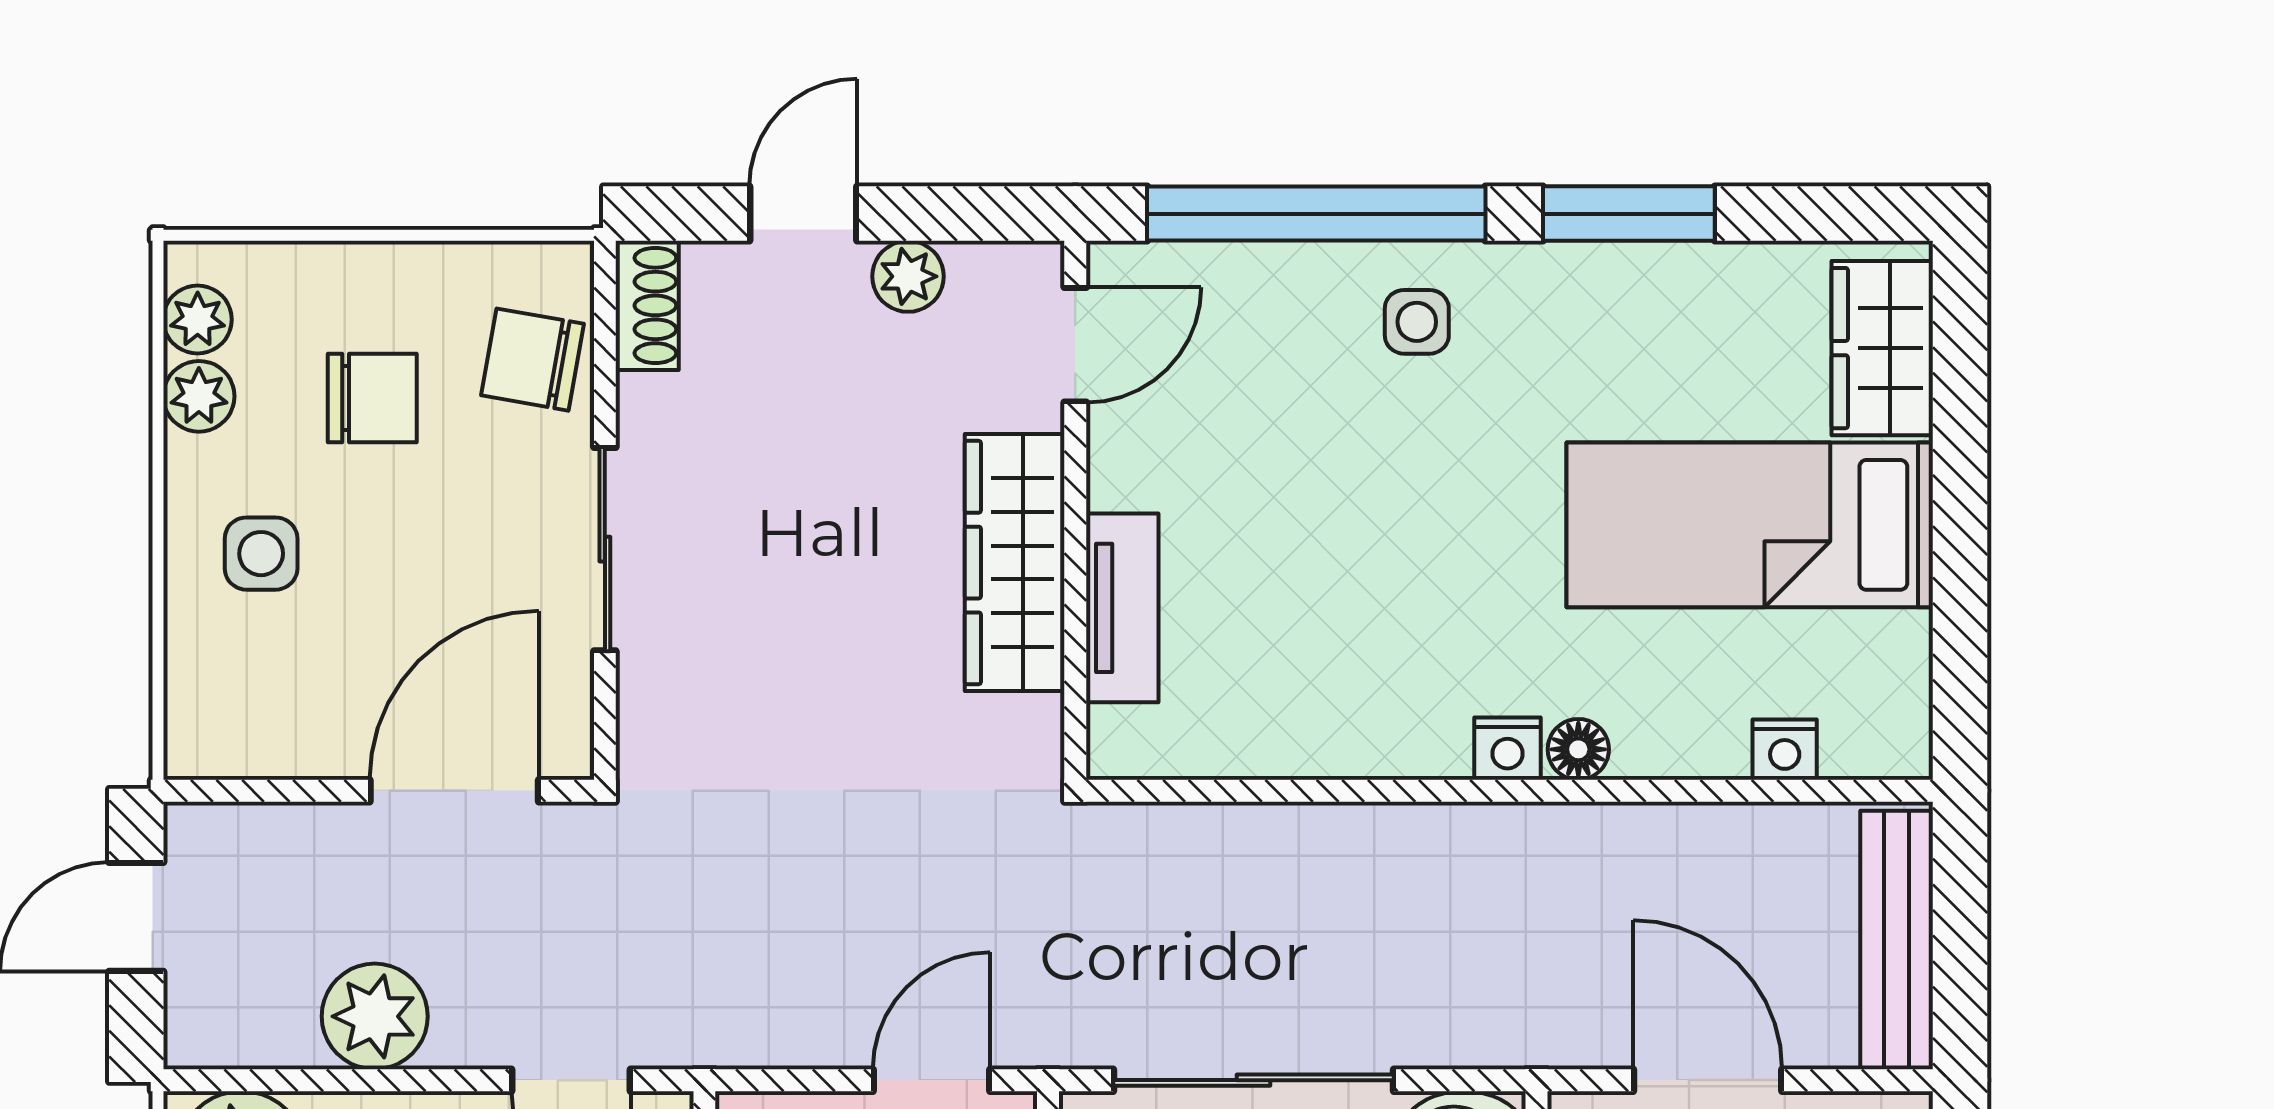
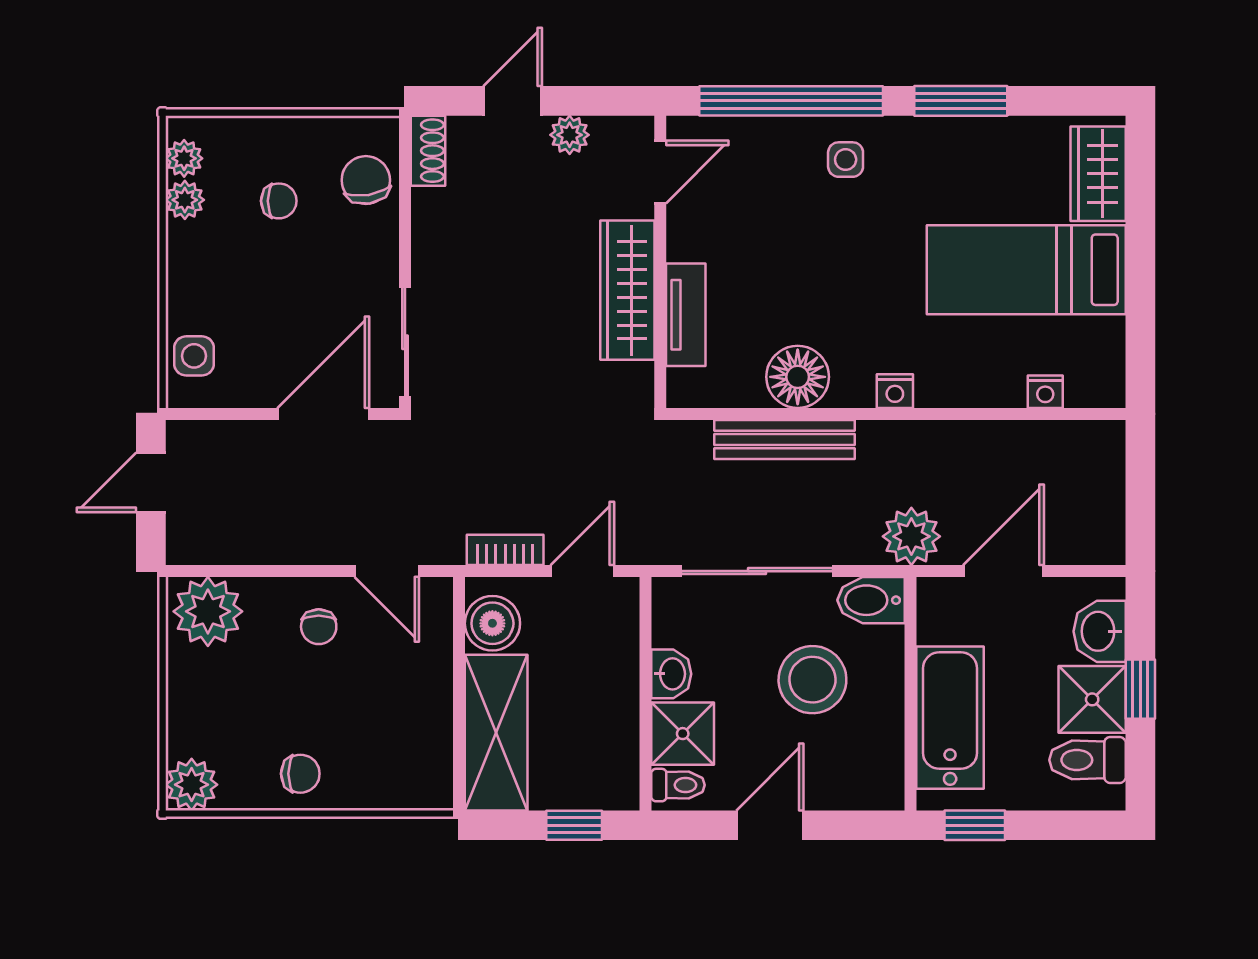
chair: (533, 360) -> (366, 180), turned 71
chair: (372, 398) -> (279, 201), width x0.73, depth x0.73
sliding door: (605, 549) -> (405, 342), moved
side table: (261, 554) -> (194, 356), moved
floor lamp: (1578, 749) -> (798, 377), moved, width x1.89, depth x1.89
bench: (1897, 940) -> (784, 439), moved, turned 90
plant: (375, 1016) -> (911, 536), moved
bookcase: (789, 1041) -> (505, 550), added
door: (1708, 1080) -> (1003, 571), hinge flipped

